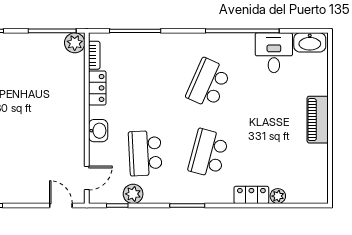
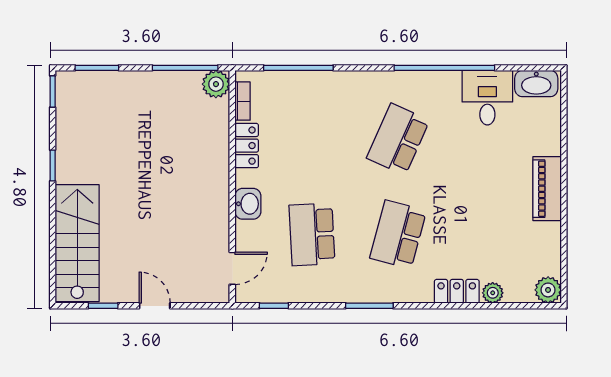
plant: (133, 194) -> (548, 290), moved
door: (61, 206) -> (155, 306), moved

